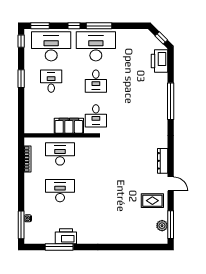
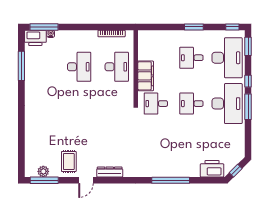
desk: (51, 81) -> (191, 58), turned 180
printer: (66, 236) -> (35, 38), moved, turned 90

